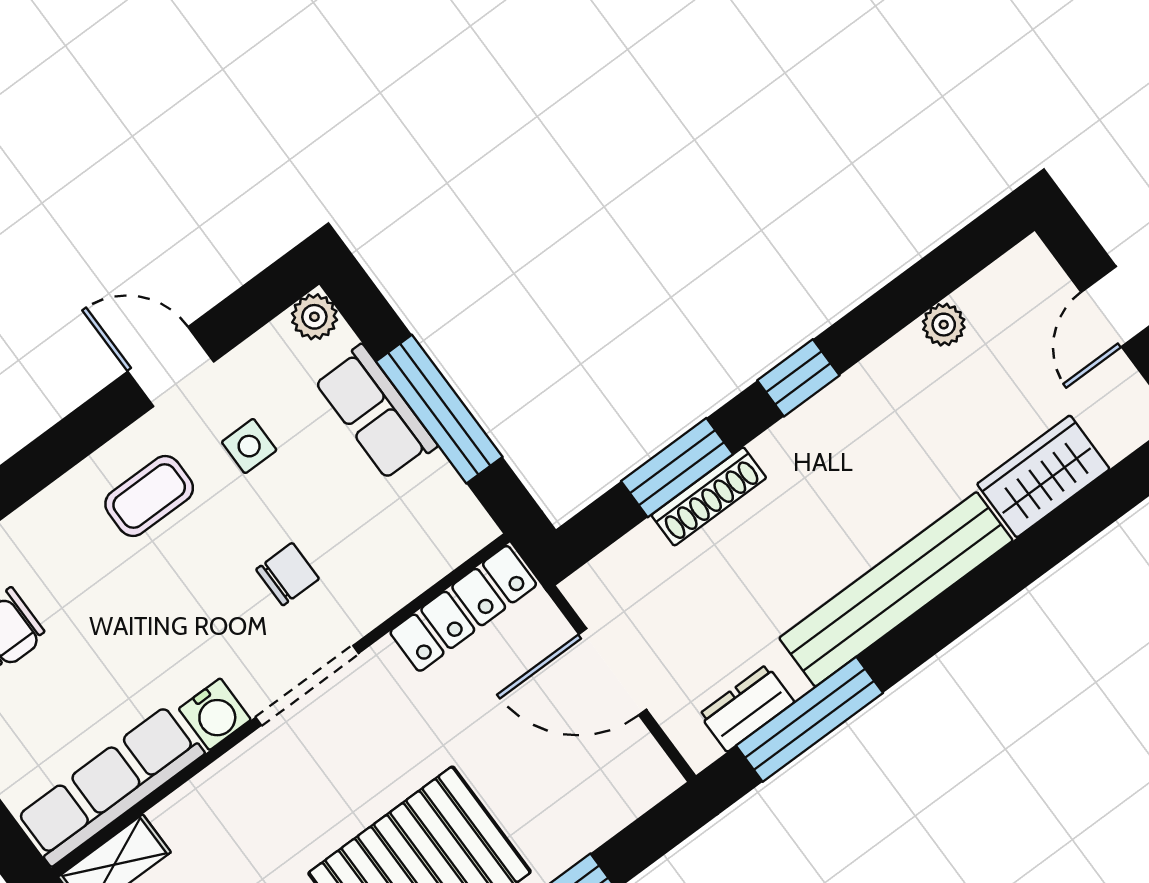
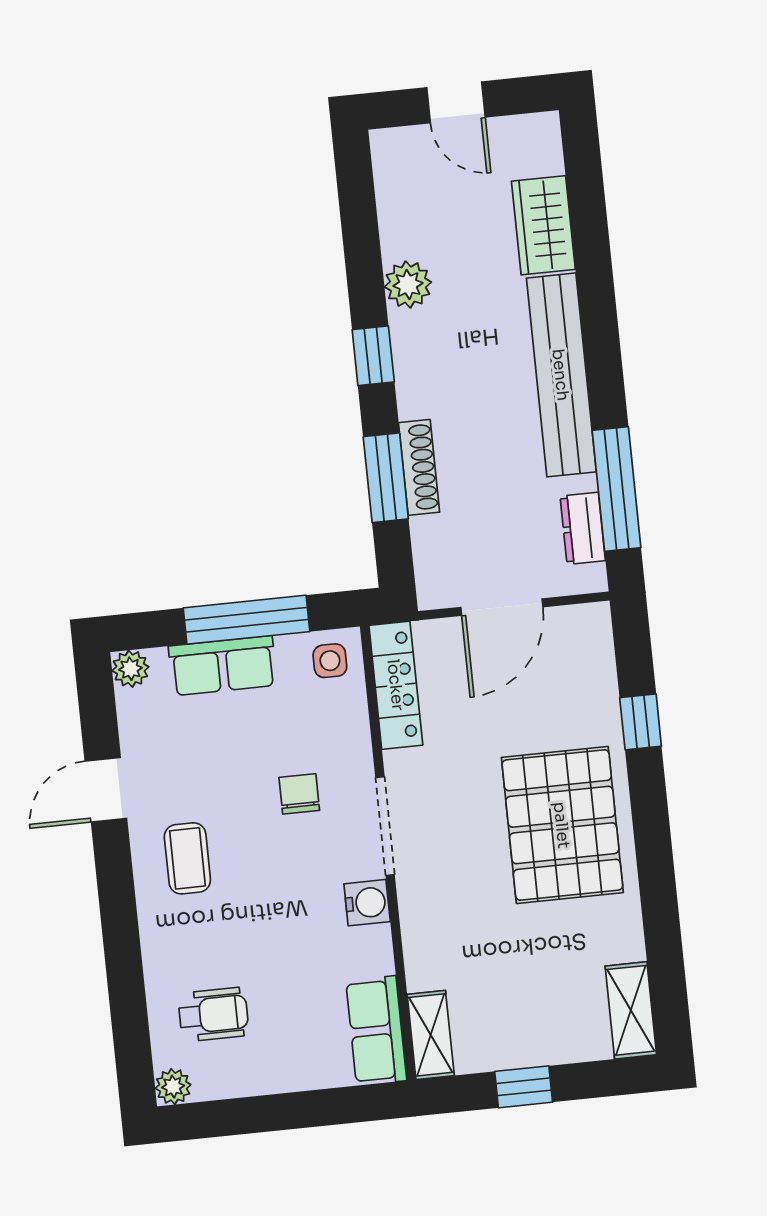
plant: (944, 325) -> (408, 285), moved, width x1.38, depth x1.38
side table: (249, 446) -> (330, 661), moved
row of seats: (110, 786) -> (376, 1031), width x0.68

